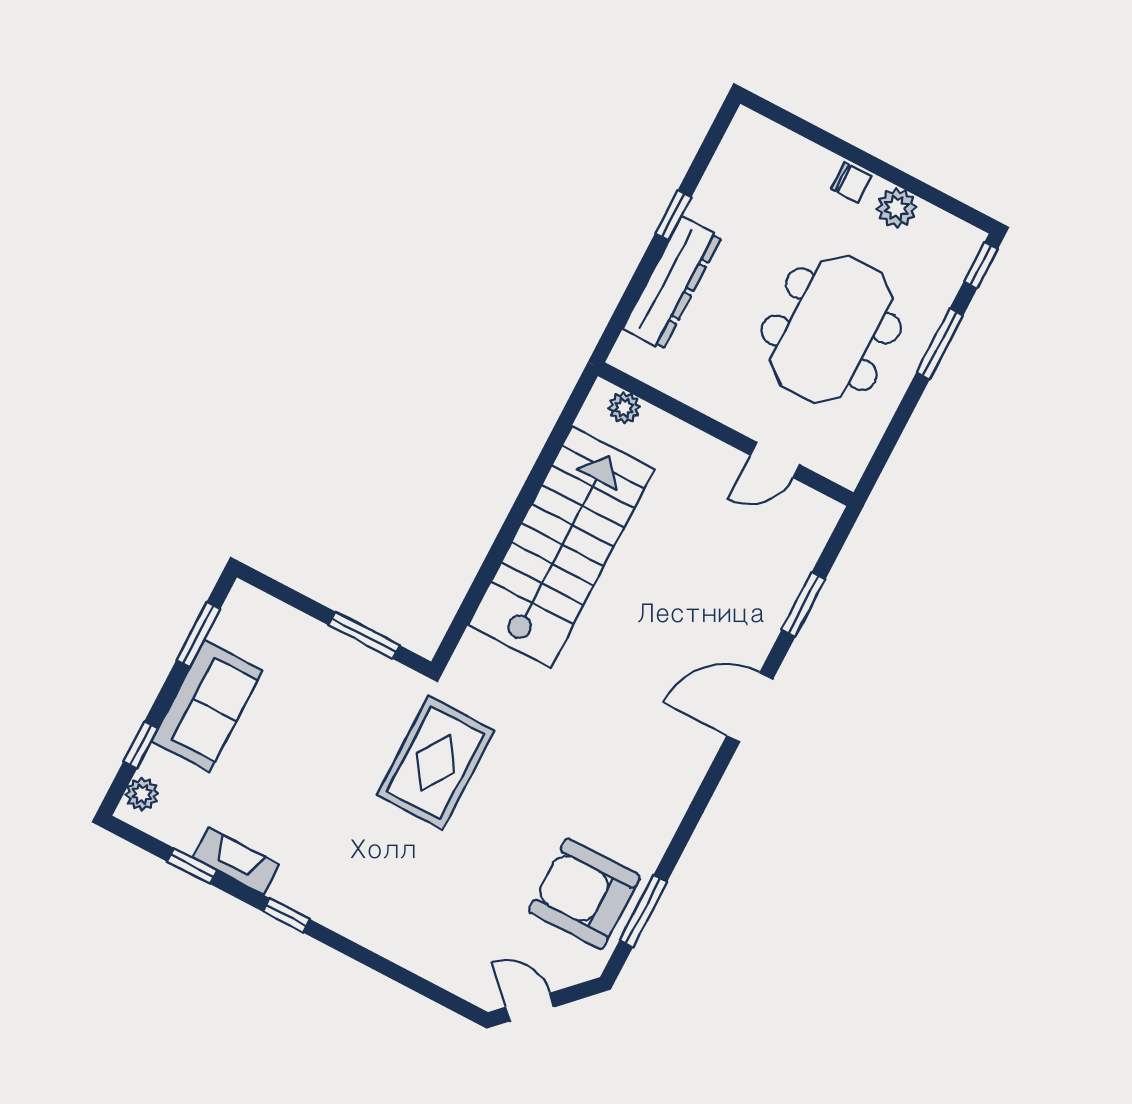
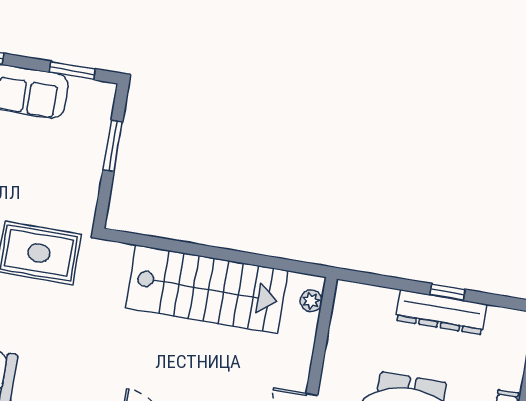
dresser: (672, 283) -> (441, 312), moved
window: (364, 635) -> (113, 146), moved

